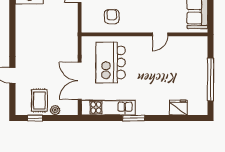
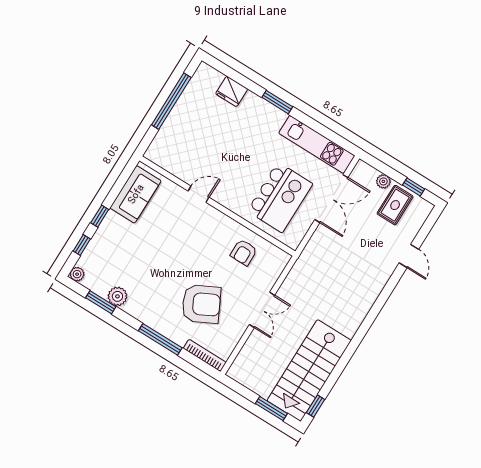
window: (134, 118) -> (277, 102), moved

